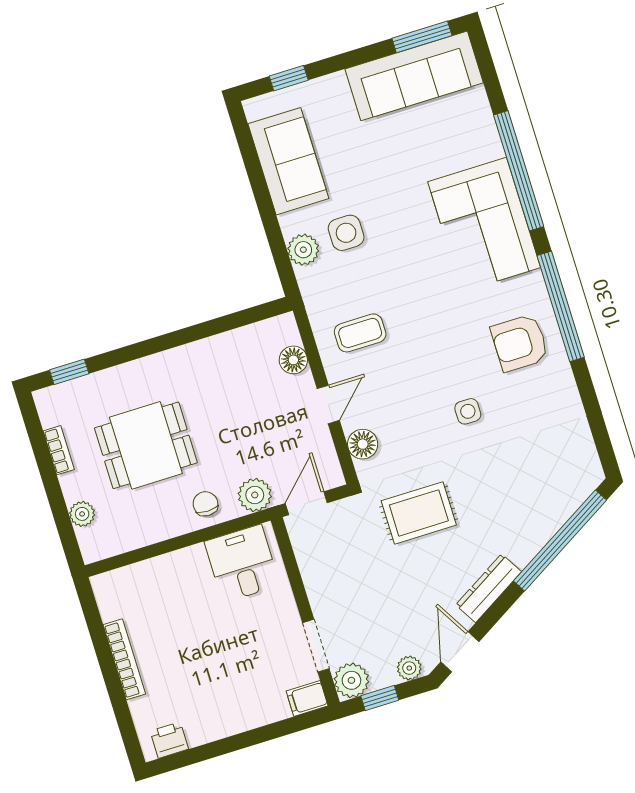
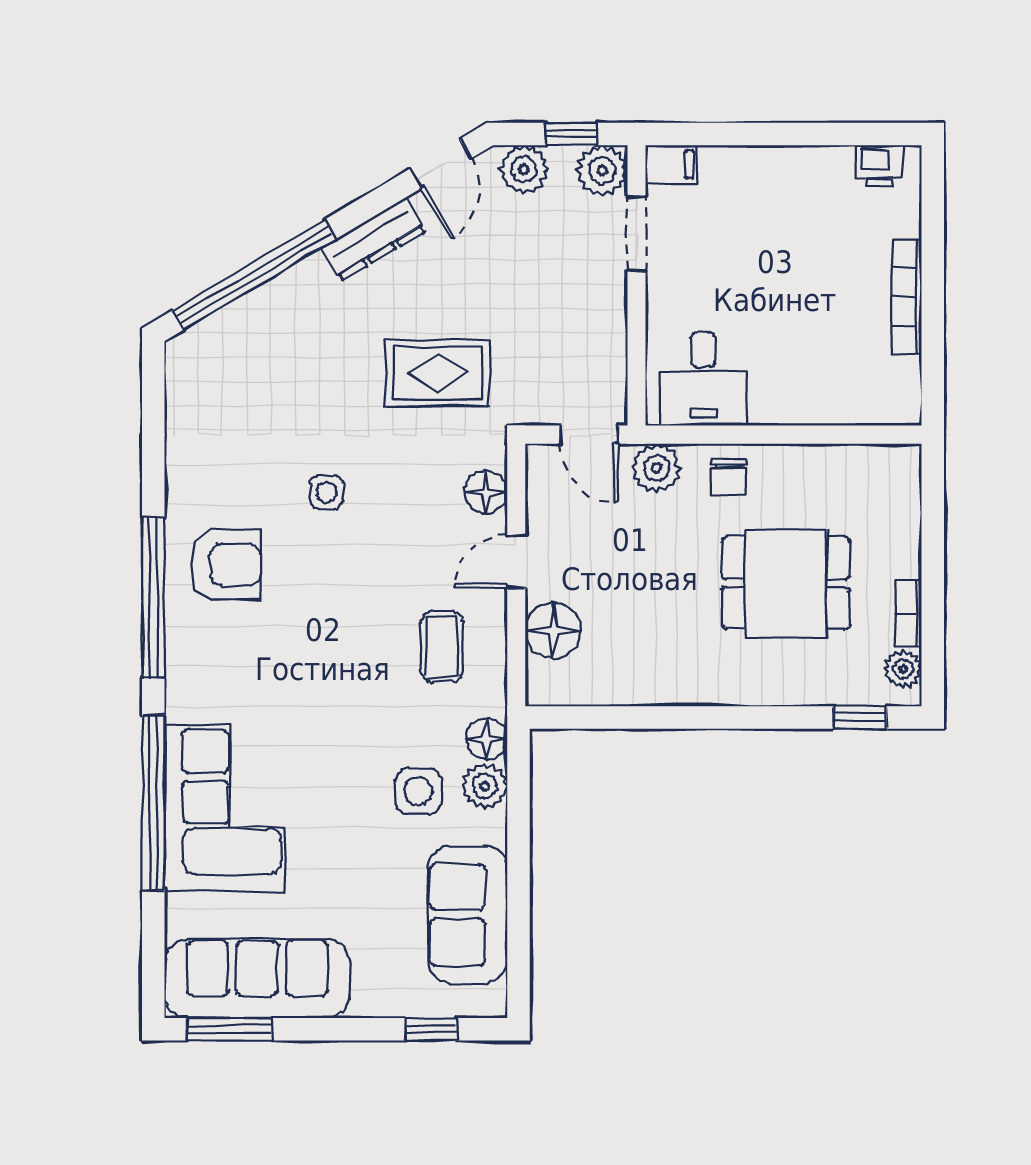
corner sofa: (484, 225) -> (224, 808), moved
floor lamp: (311, 281) -> (487, 739), added
coffee table: (360, 333) -> (442, 647), turned 90
floor lamp: (293, 360) -> (553, 630), width x1.38, depth x1.38
door: (306, 503) -> (589, 435), hinge flipped
plant: (82, 514) -> (903, 669), moved
plant: (409, 668) -> (524, 169), width x1.38, depth x1.38

